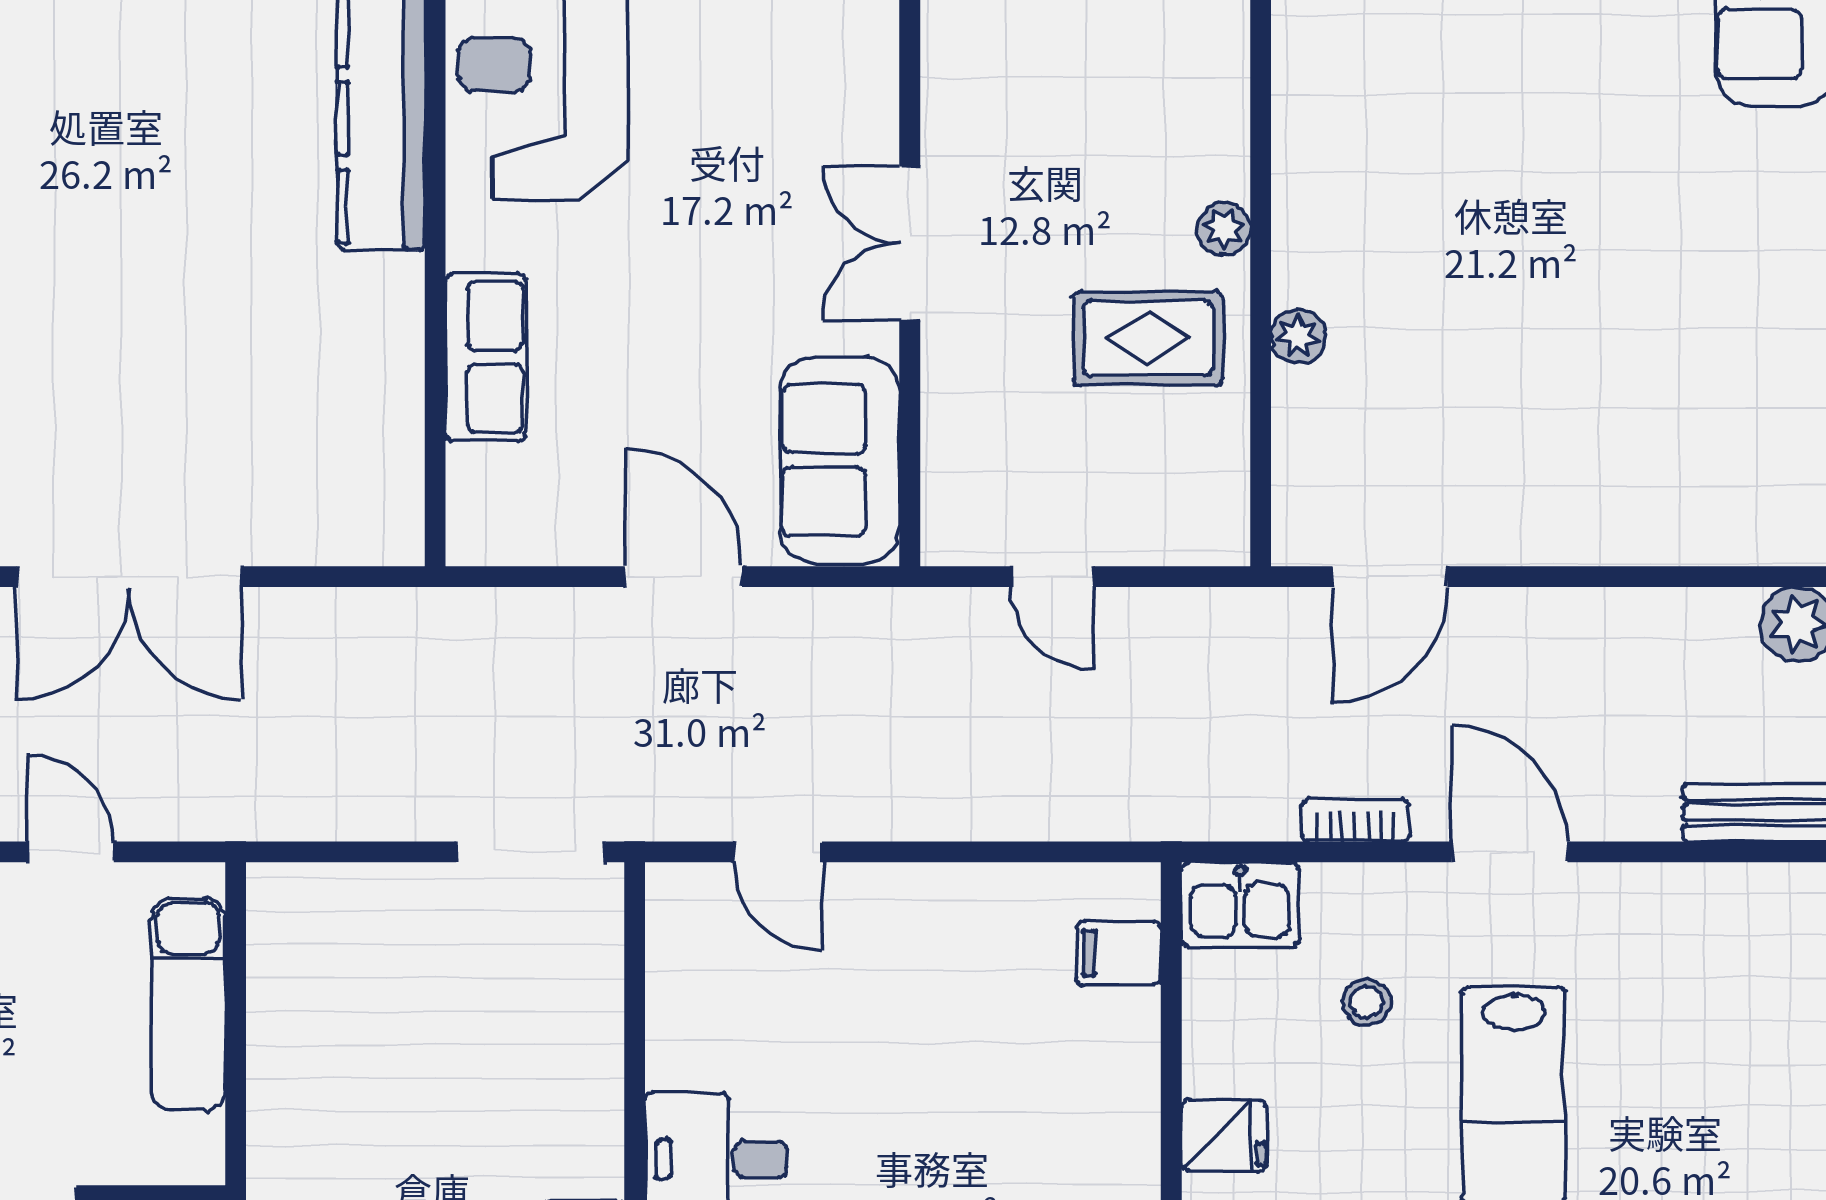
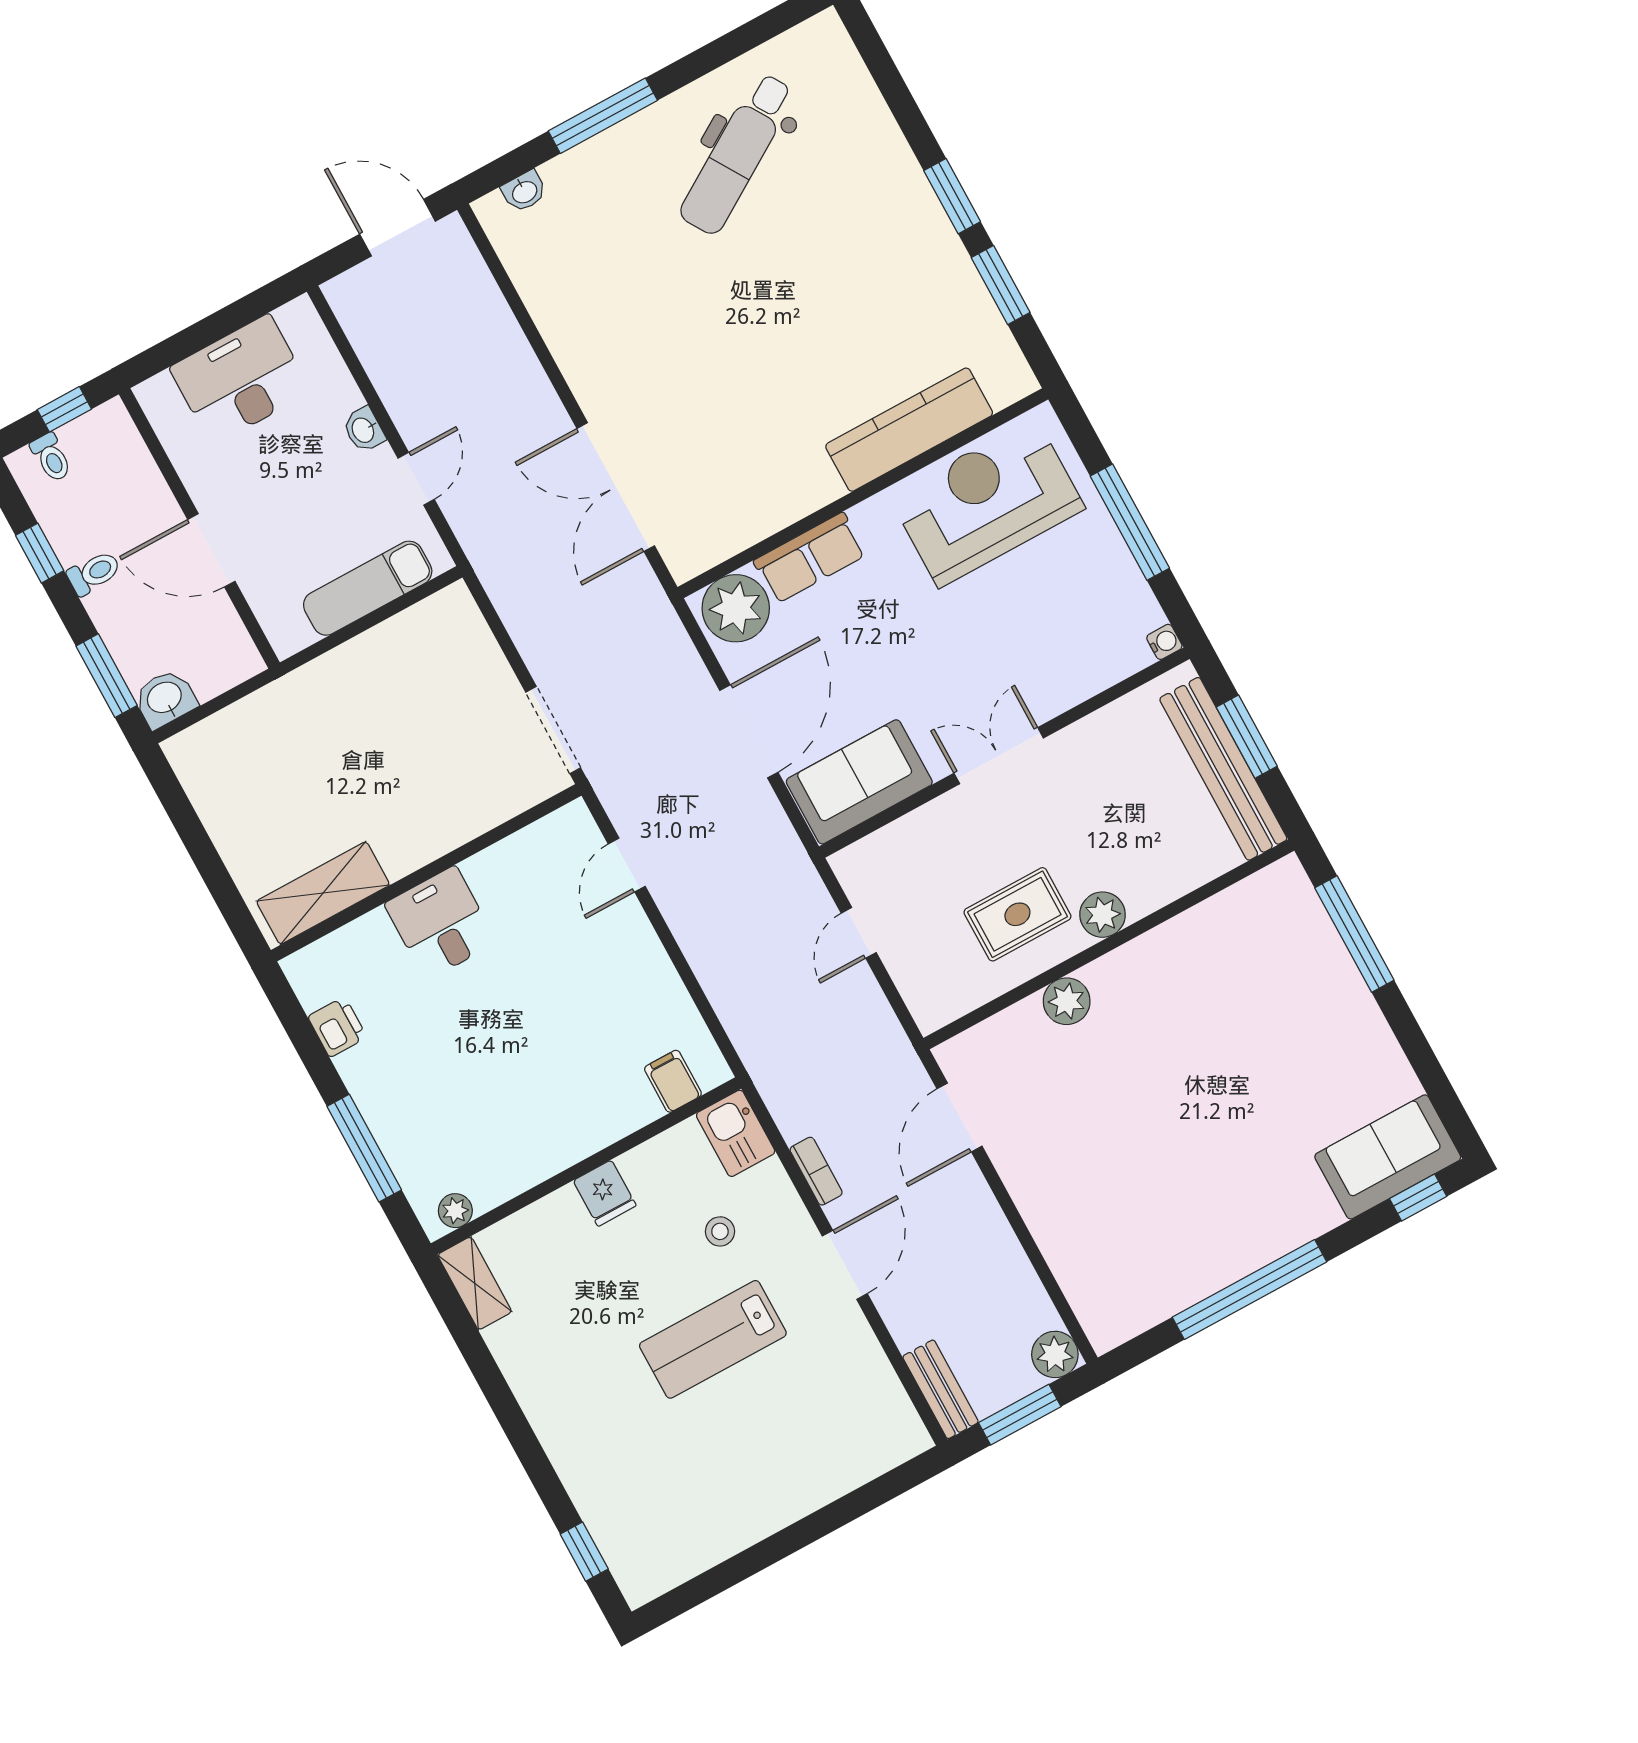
plant: (1224, 229) -> (1102, 915), width x1.38, depth x1.38
plant: (1298, 336) -> (1067, 1001), width x1.38, depth x1.38
rug: (1148, 339) -> (1017, 914), turned 90
plant: (500, 501) -> (736, 608), added
double door: (129, 577) -> (616, 487), moved
door: (683, 577) -> (749, 731), width x1.36
door: (1390, 577) -> (959, 1117), hinge flipped

